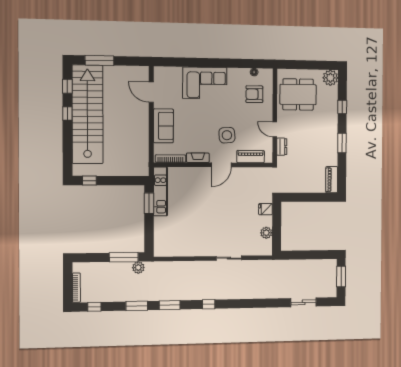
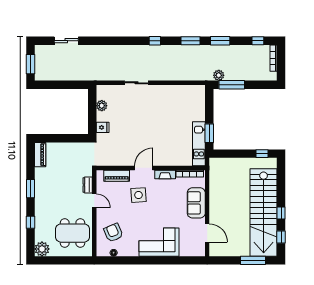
armchair: (254, 94) -> (113, 233), turned -113

